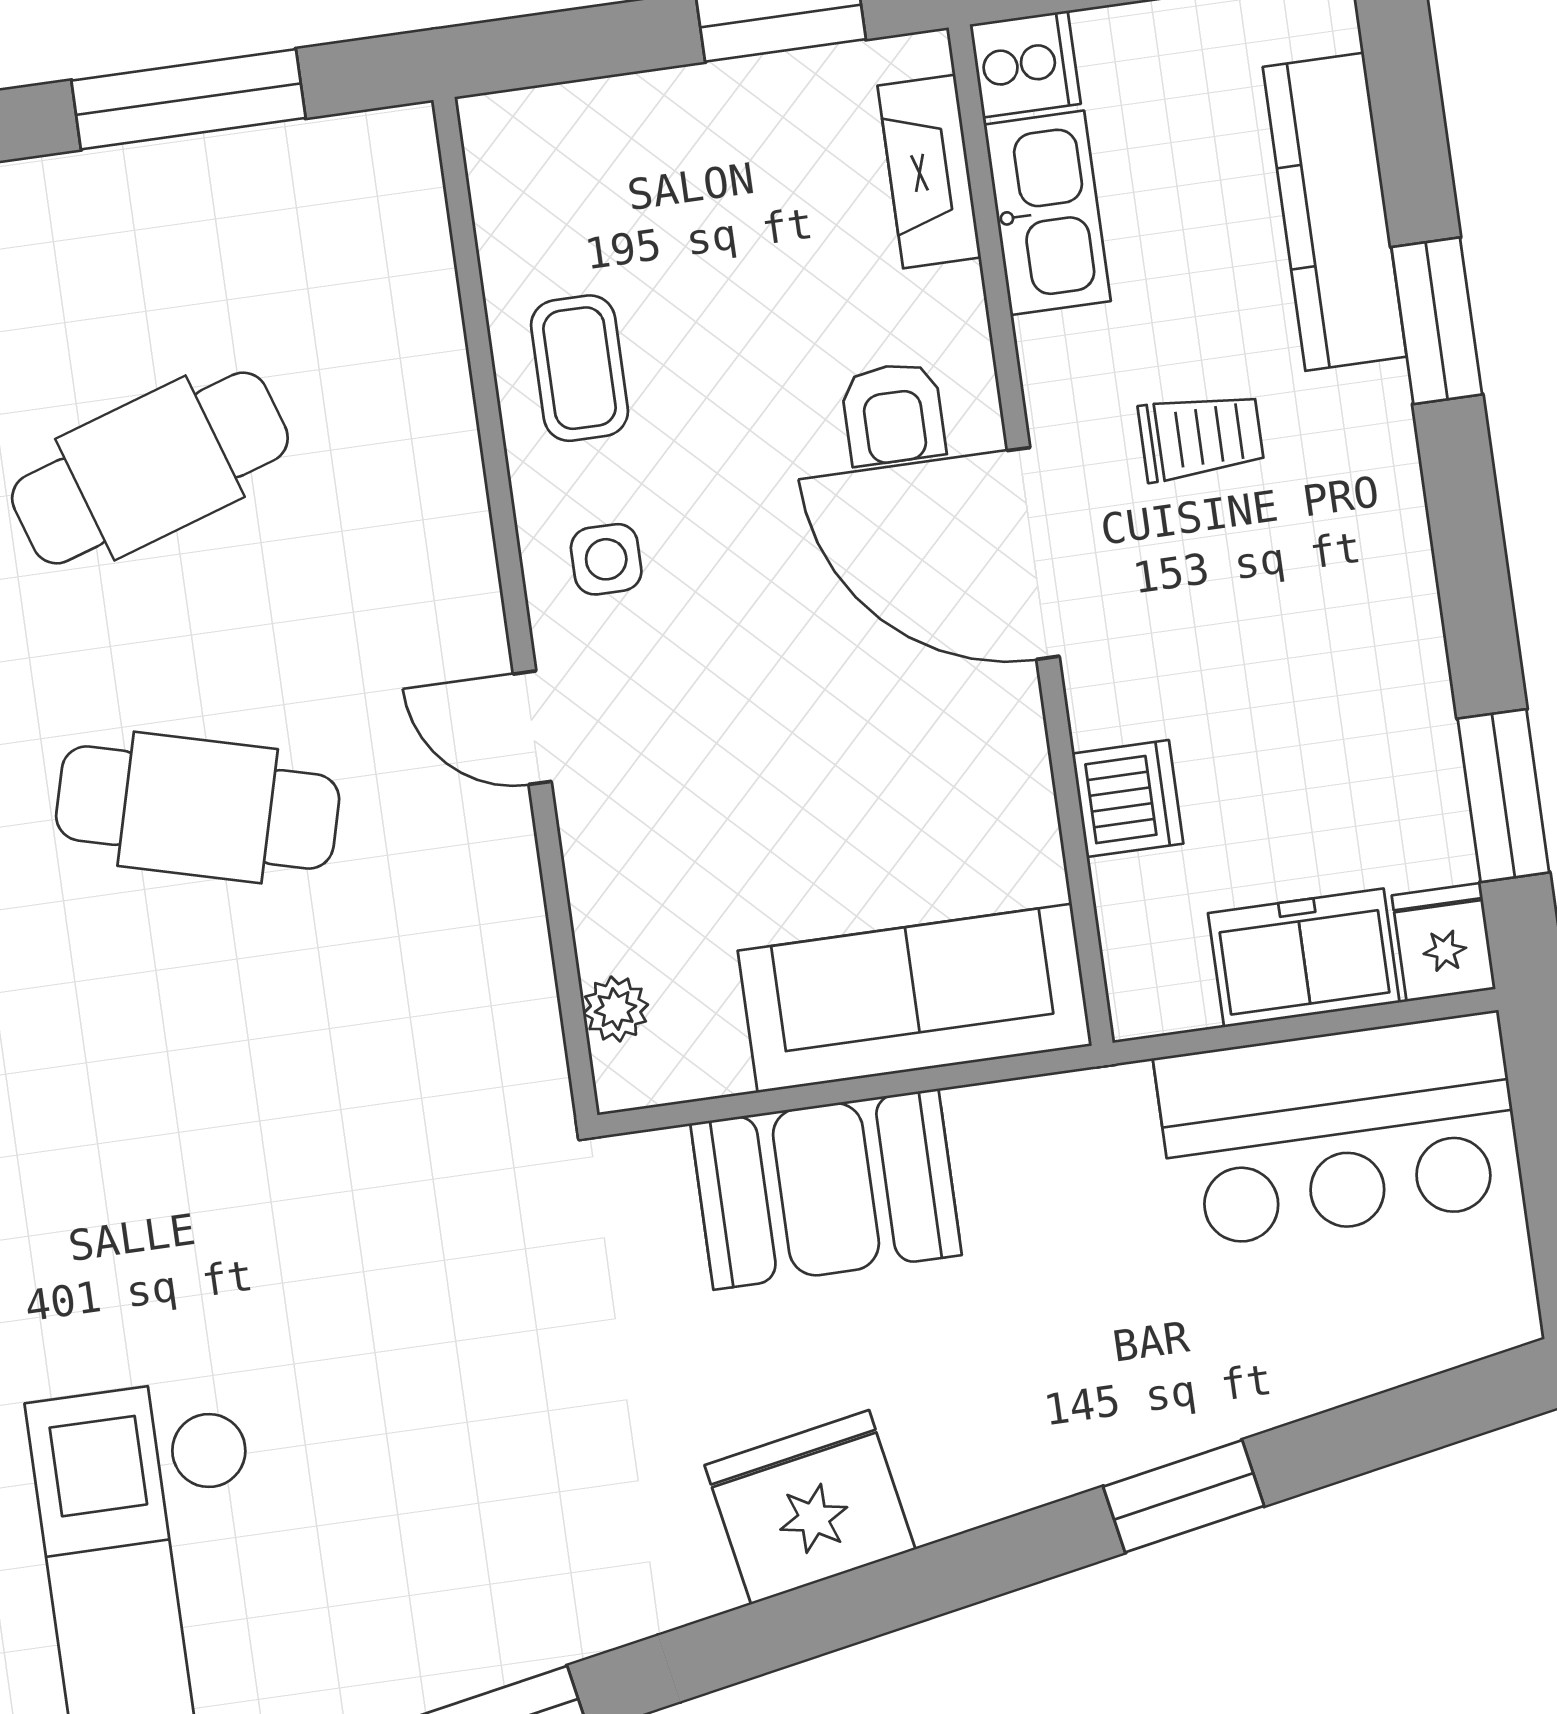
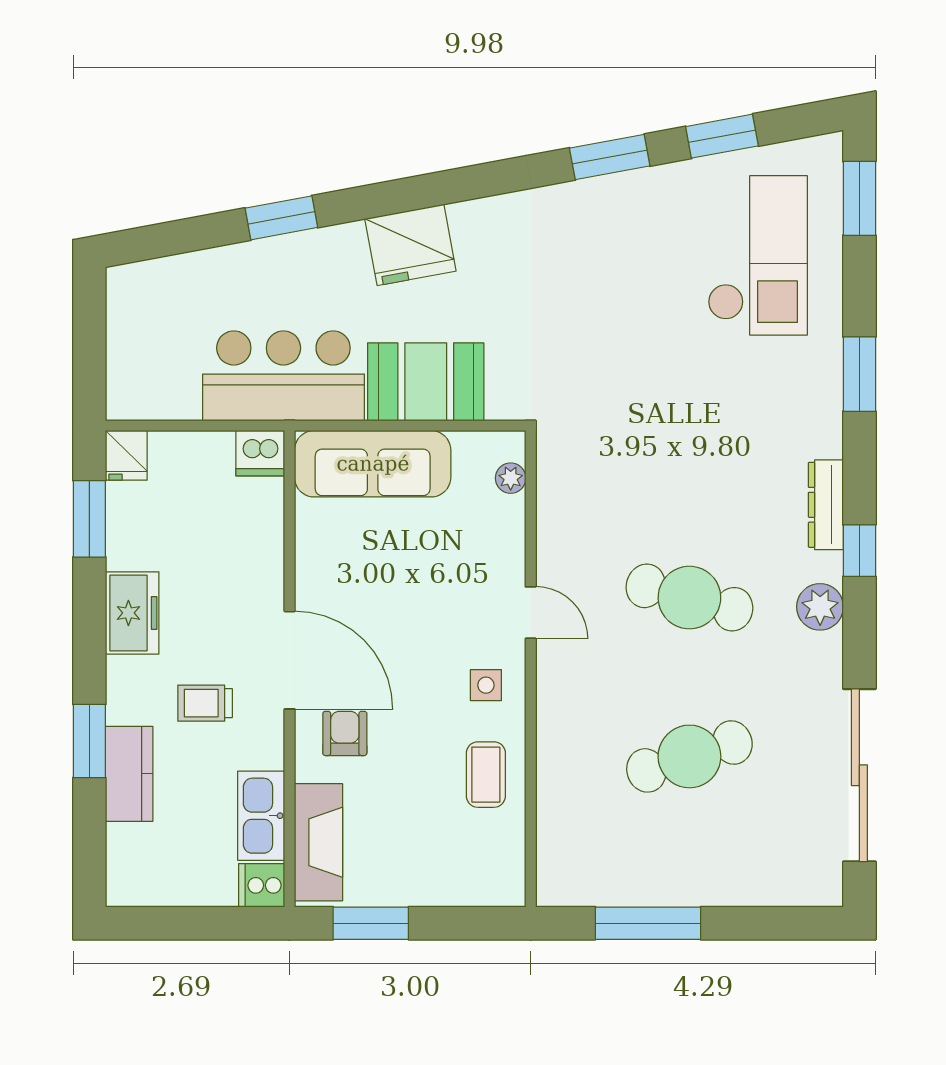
fireplace: (929, 172) -> (318, 842), width x1.37, depth x1.32
kitchen counter: (1335, 212) -> (129, 774), width x0.67
dishwasher: (1128, 799) -> (260, 453), moved, turned -90
freezer: (1304, 958) -> (132, 613), moved, turned -90
bar counter: (1339, 1130) -> (283, 376), moved
fridge: (810, 1507) -> (410, 245), moved

